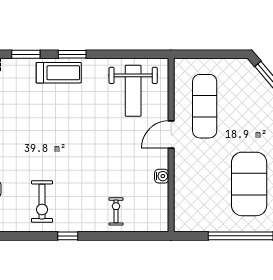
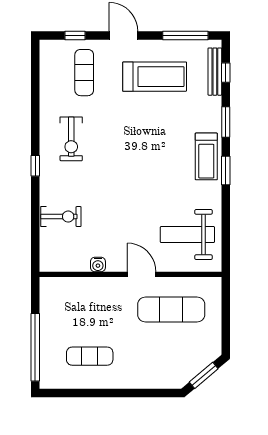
exercise mat: (249, 184) -> (90, 356), width x0.50, depth x0.69
exercise bike: (42, 202) -> (71, 139), turned -90
exercise bike: (116, 211) -> (61, 217), width x1.38, depth x1.39

